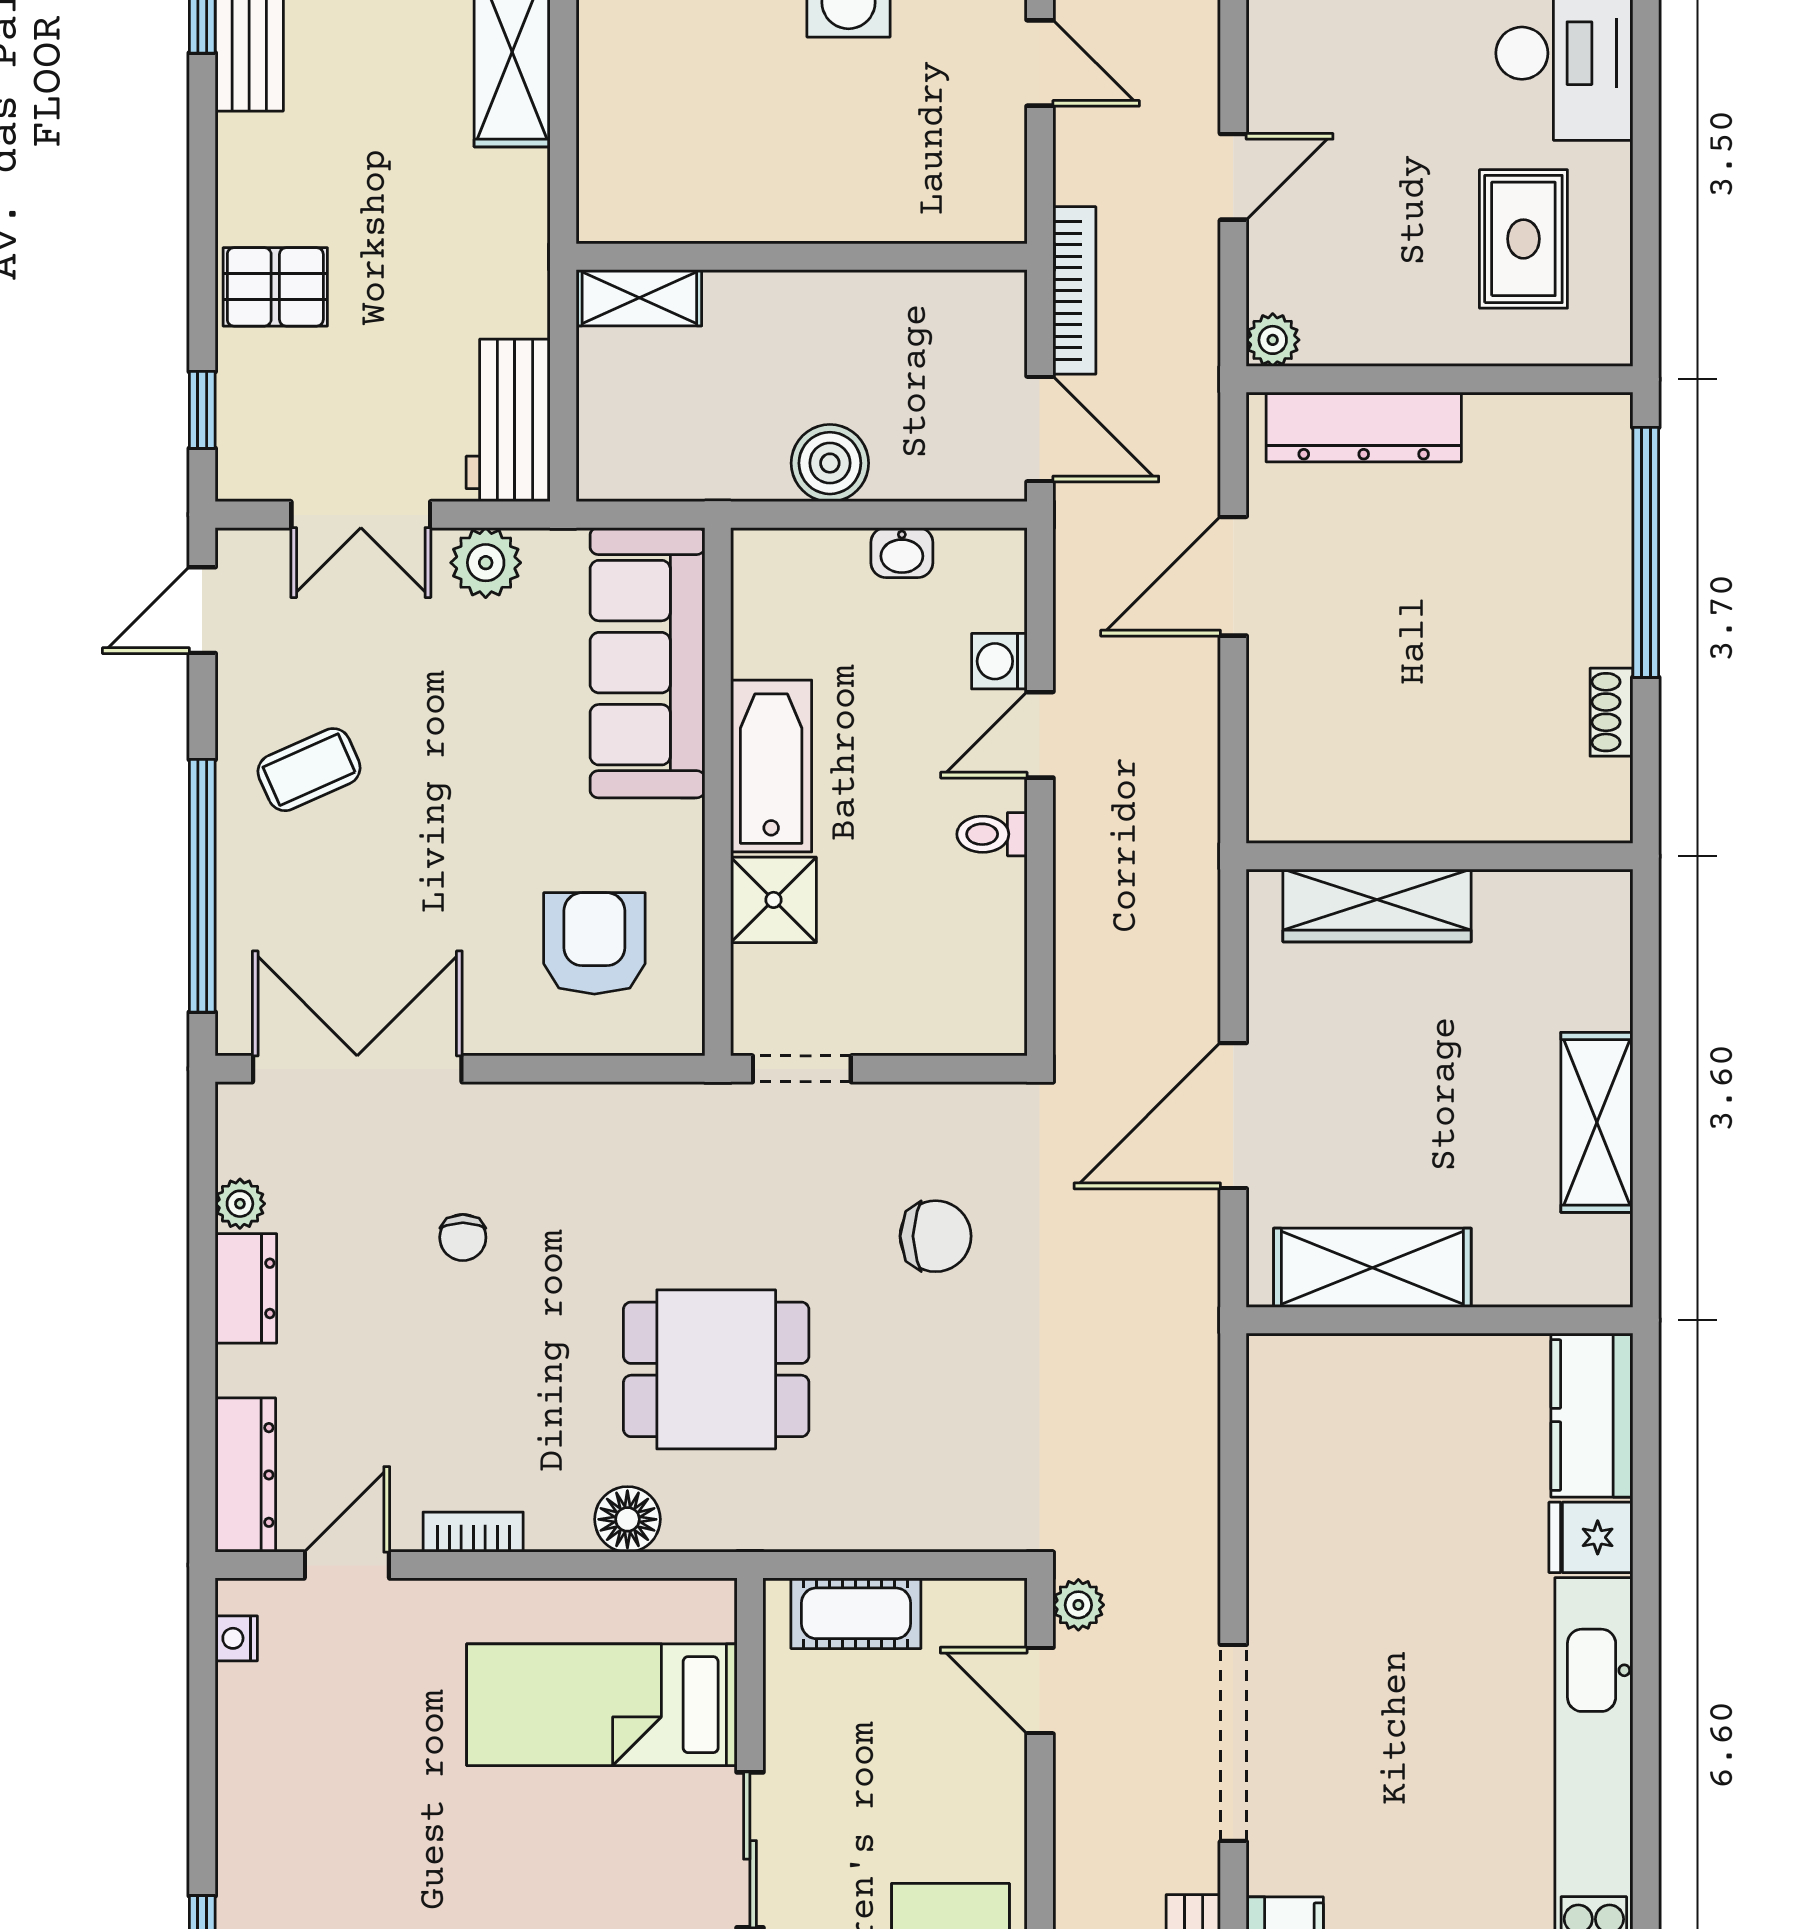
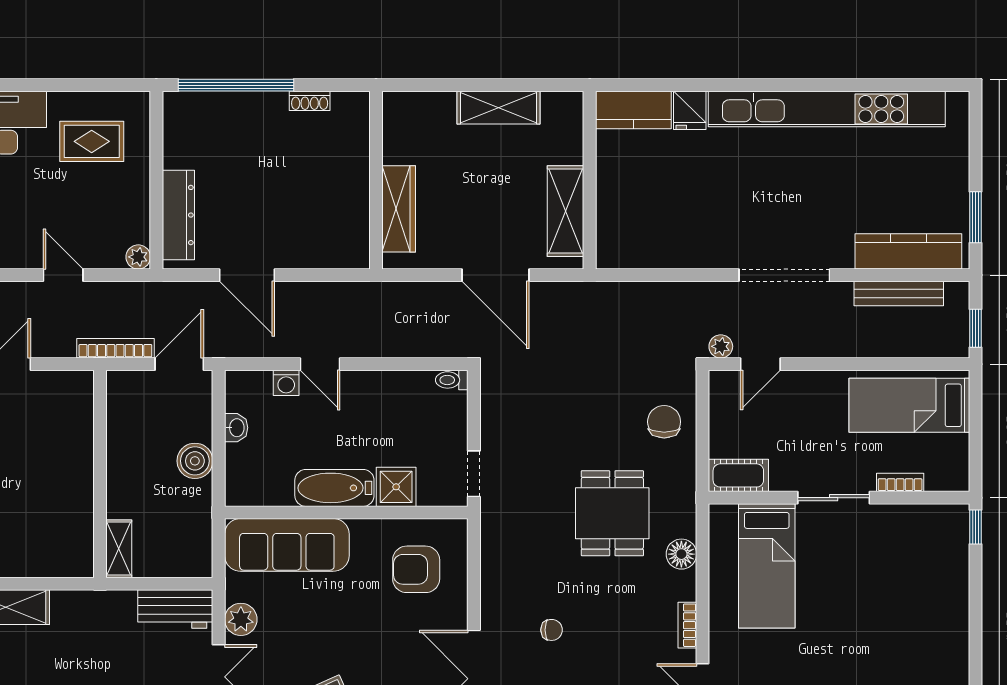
toilet: (992, 834) -> (452, 380), moved, turned 90
chair: (936, 1236) -> (664, 422), moved
cot: (856, 1613) -> (738, 475), moved, turned 90

